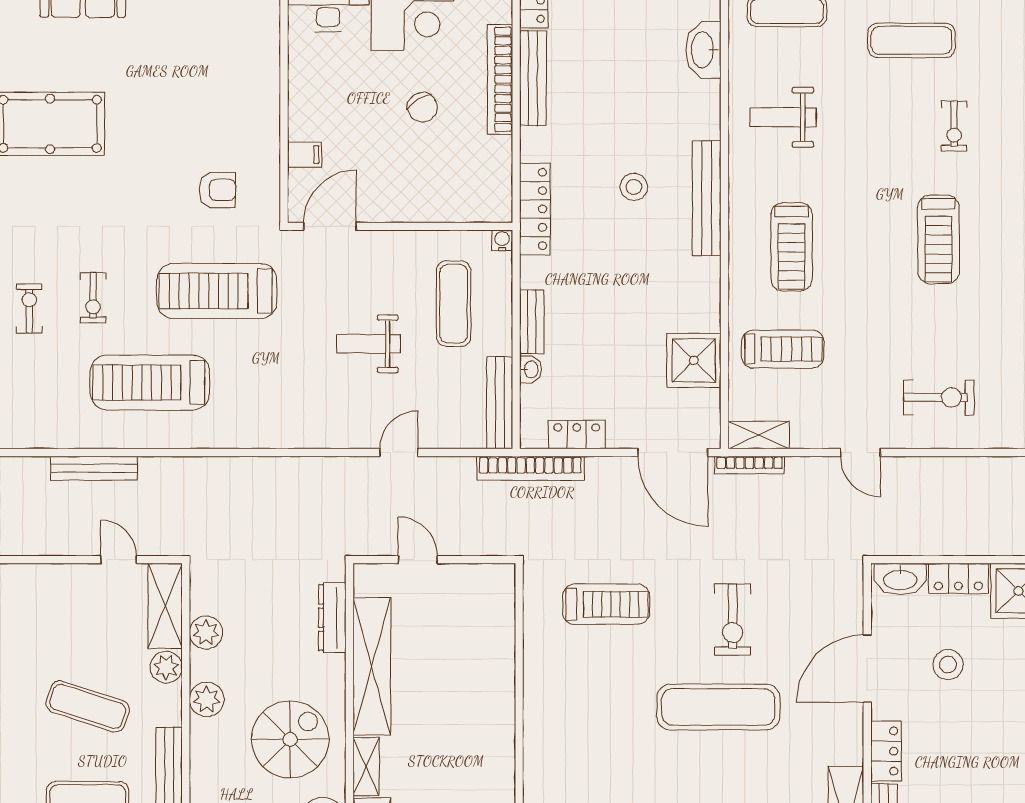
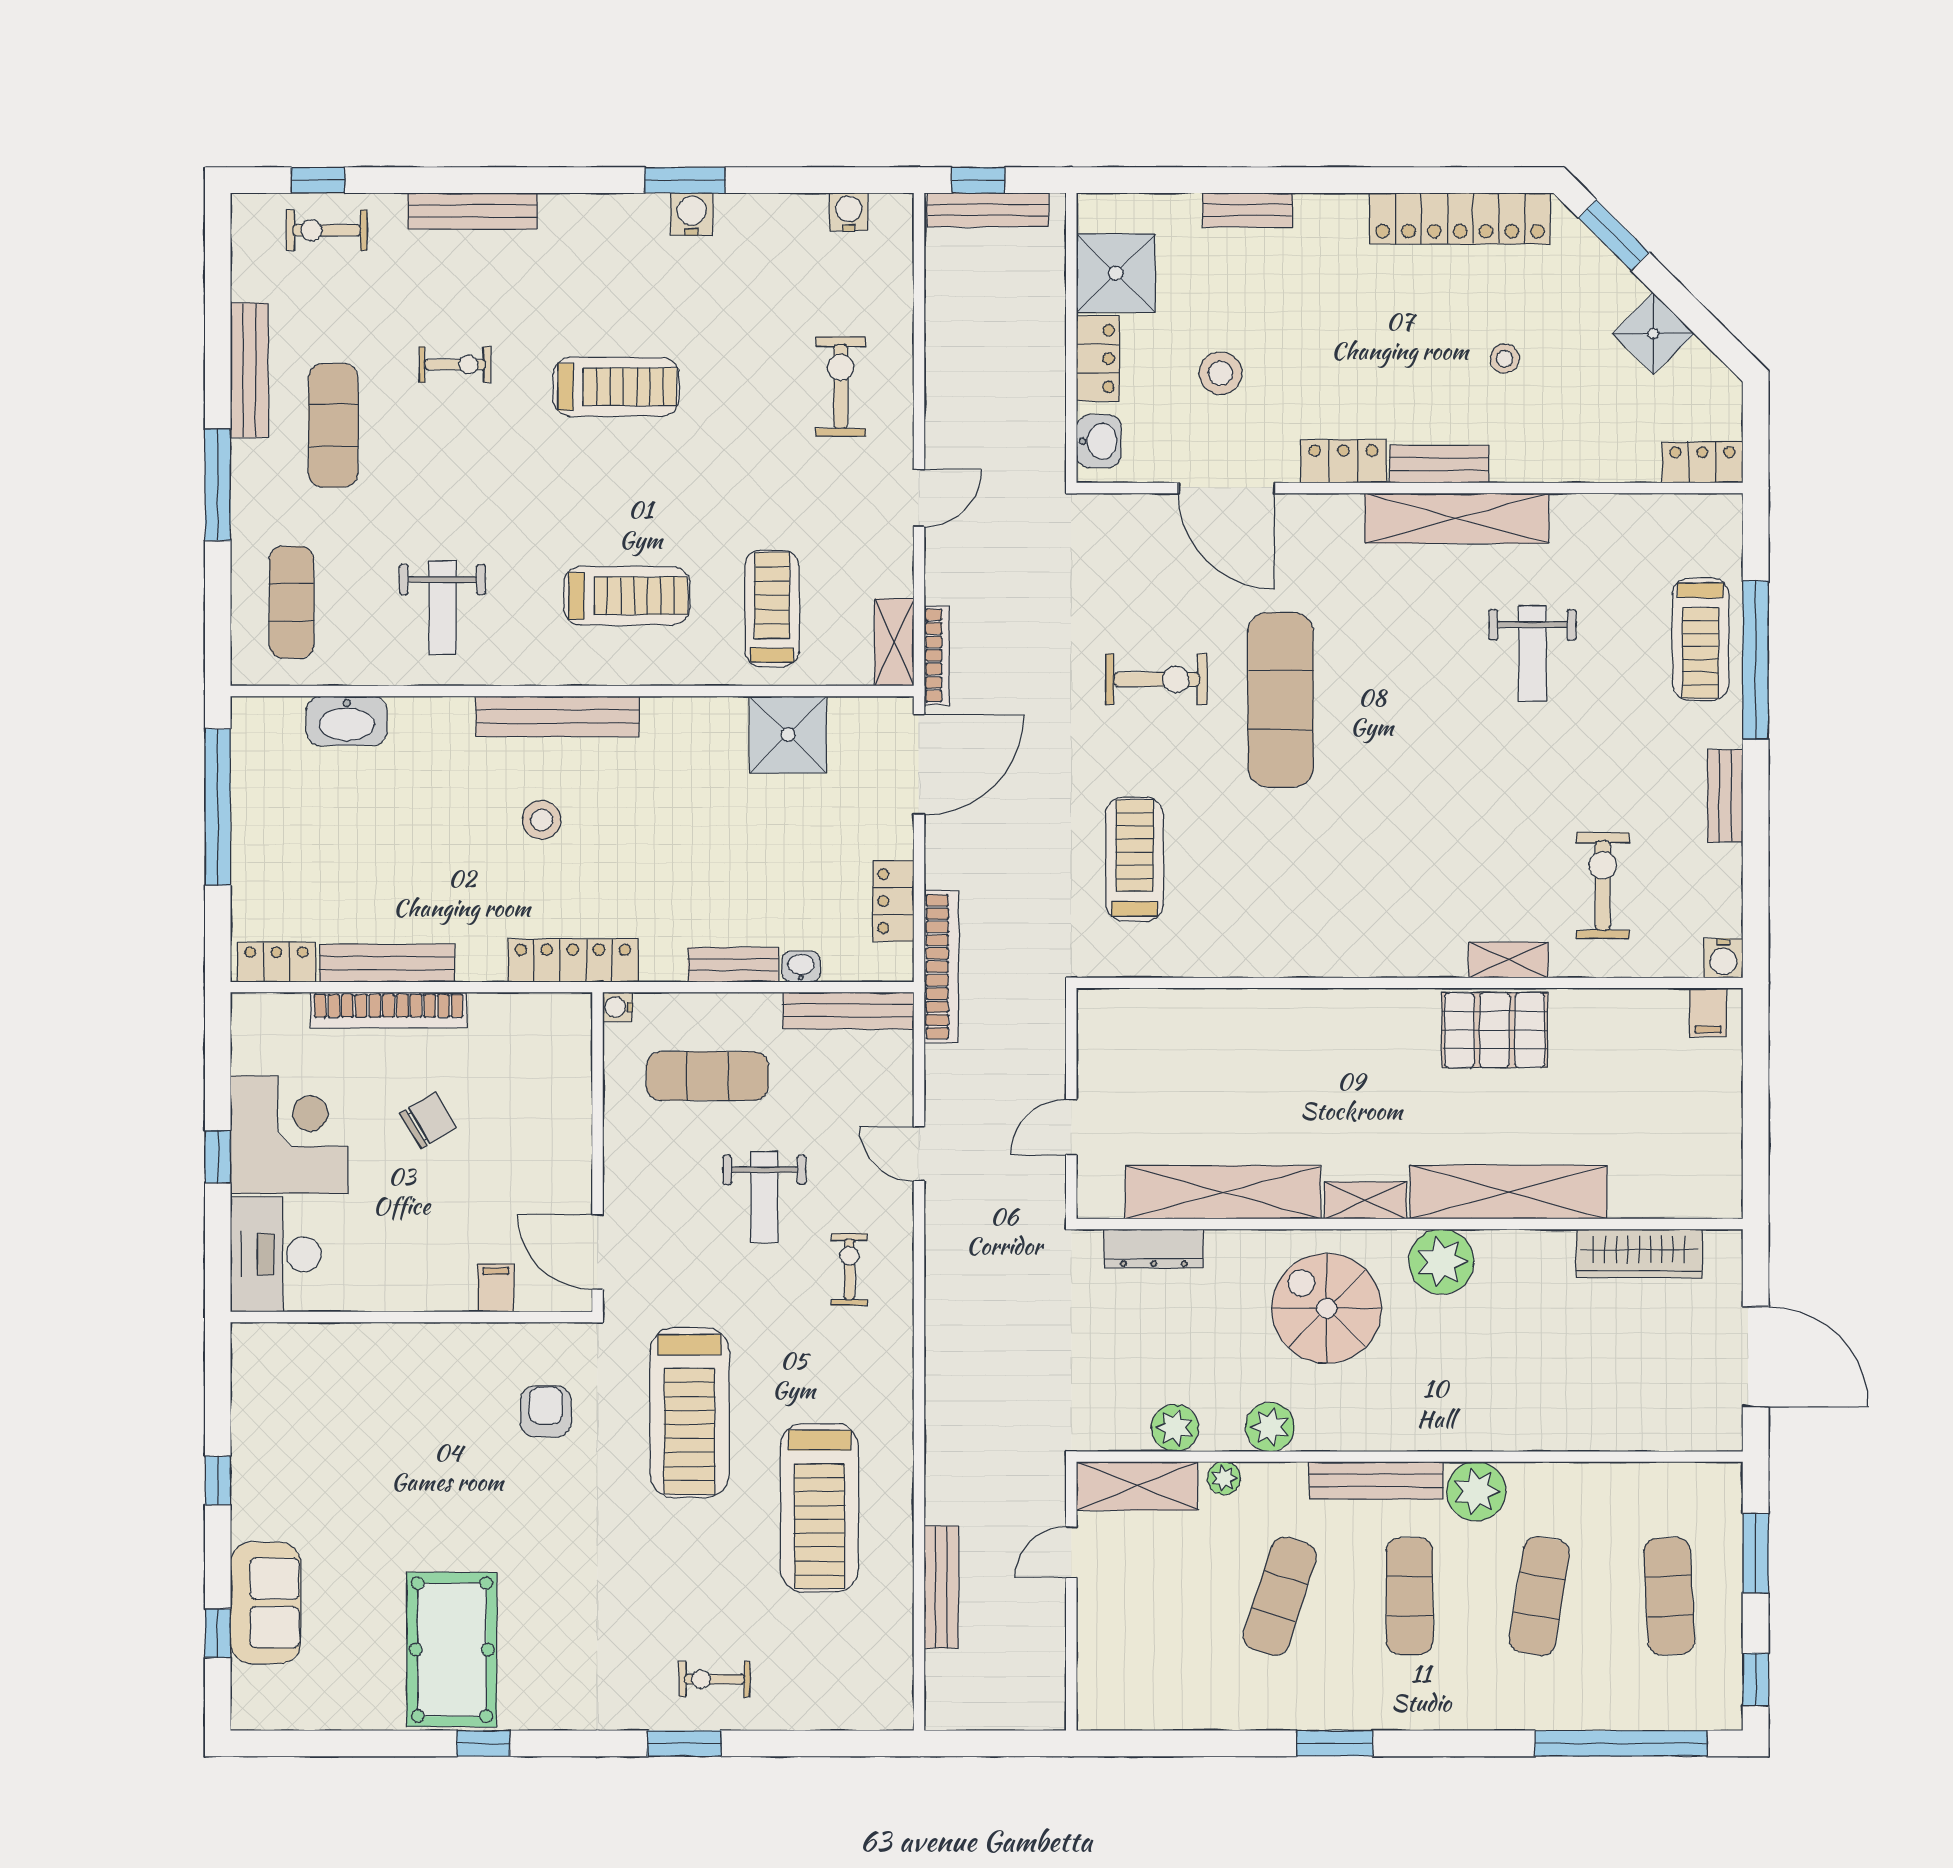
exercise bike: (93, 298) -> (849, 1269), moved, turned -90
washbasin: (900, 579) -> (1099, 441), width x0.72
plant: (166, 667) -> (1224, 1478), width x0.73, depth x0.73

